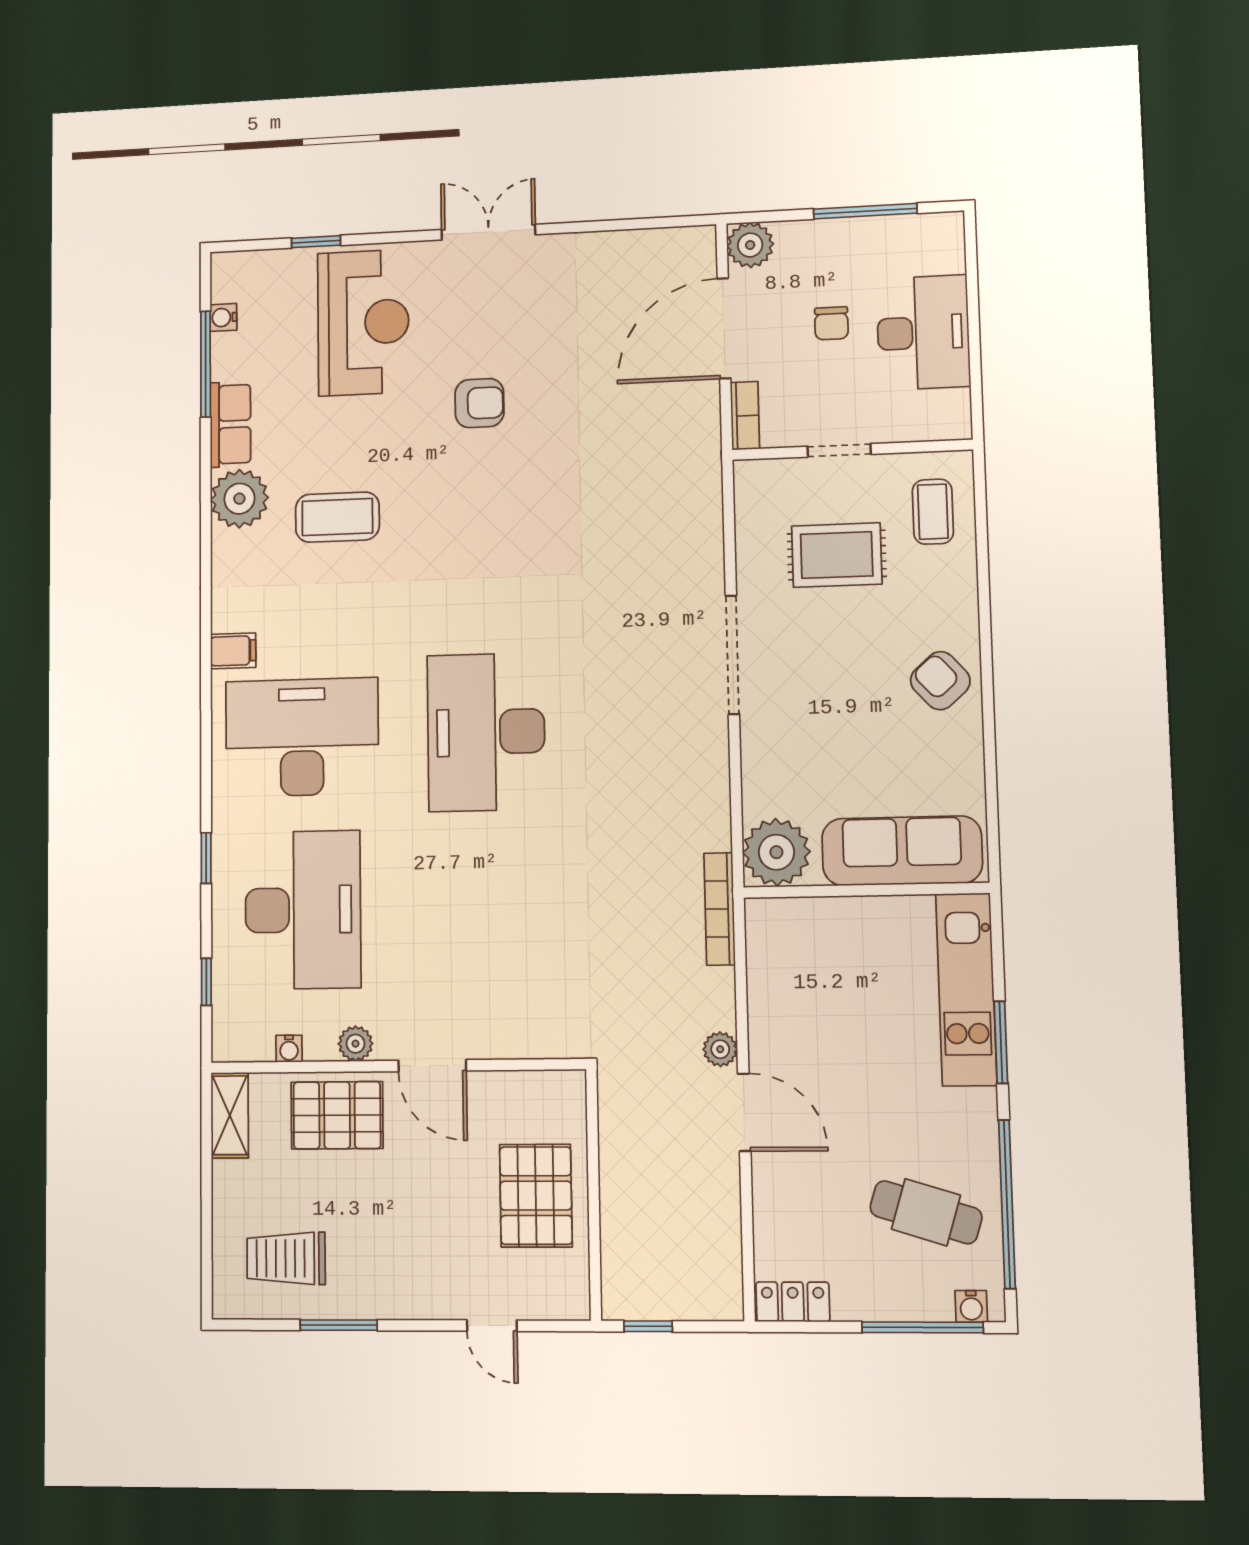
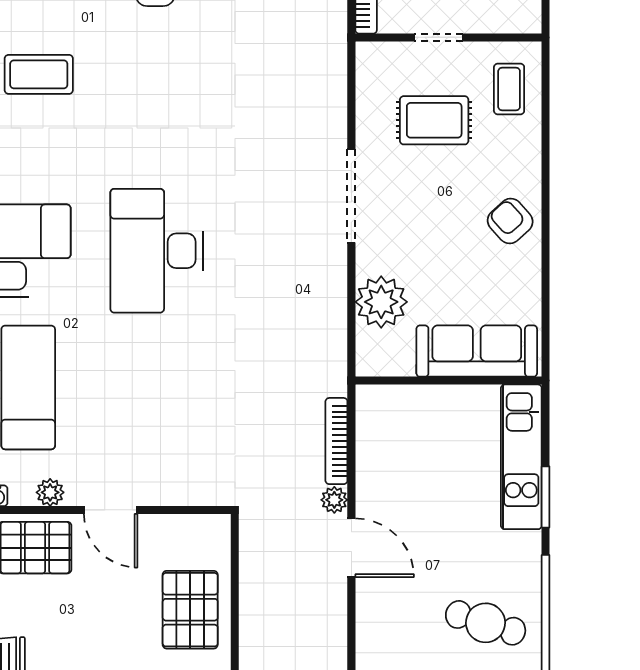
plant: (776, 852) -> (381, 302), moved
bookcase: (720, 909) -> (336, 441), moved

